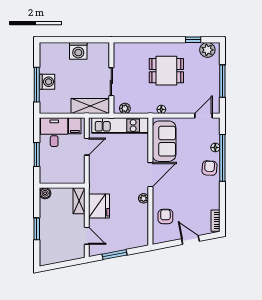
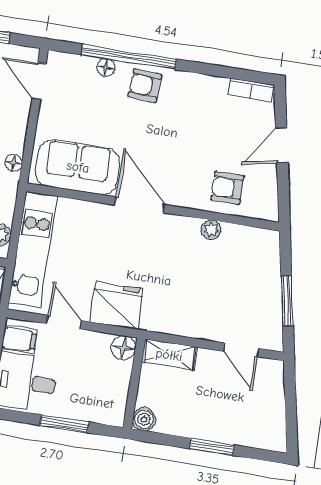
floor lamp: (79, 178) -> (124, 348), added
plant: (144, 198) -> (211, 230), moved
fridge: (99, 206) -> (117, 306), moved
door: (87, 236) -> (241, 350), swing flipped

